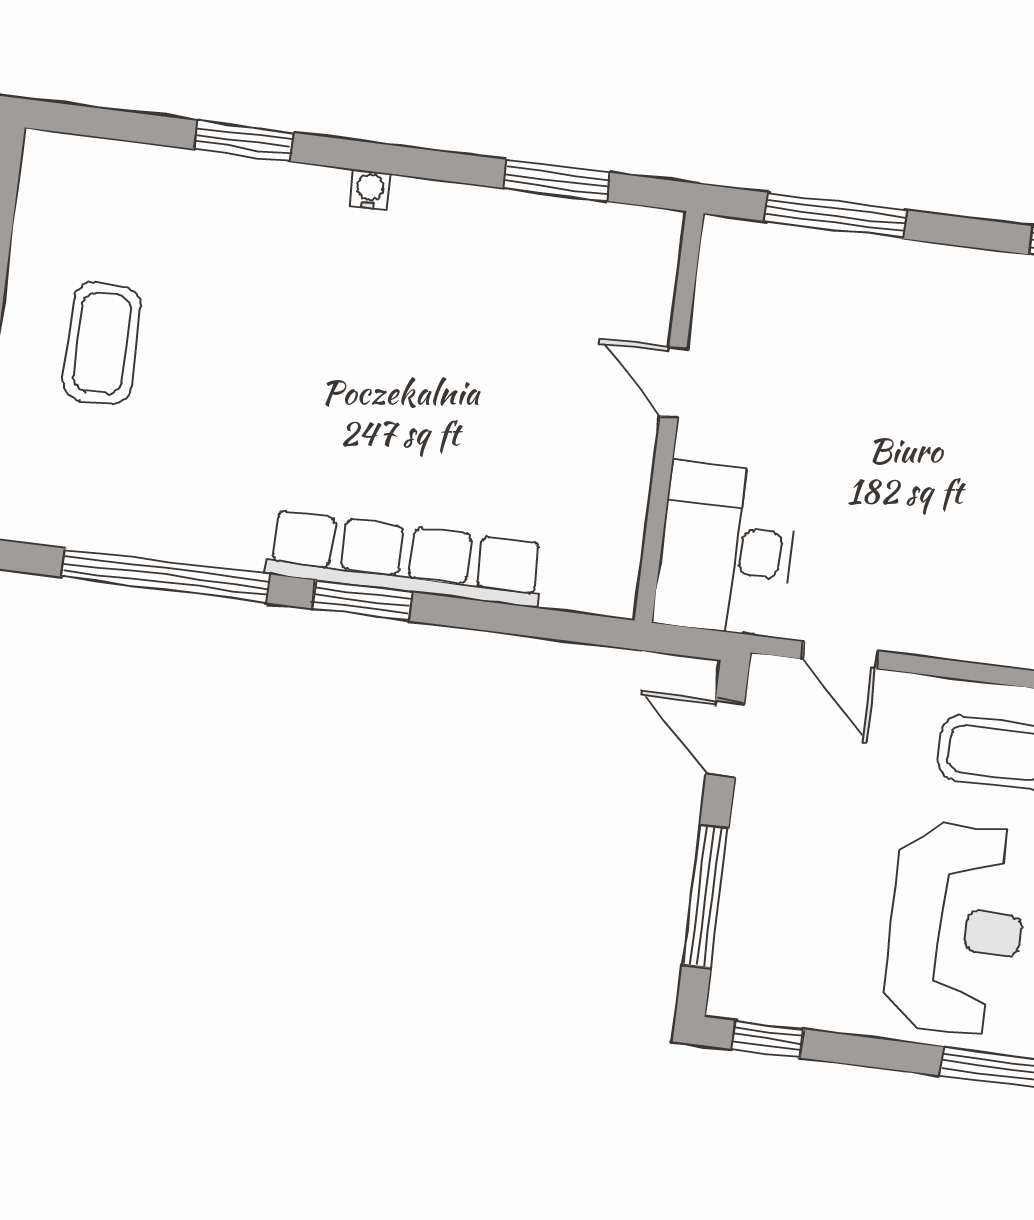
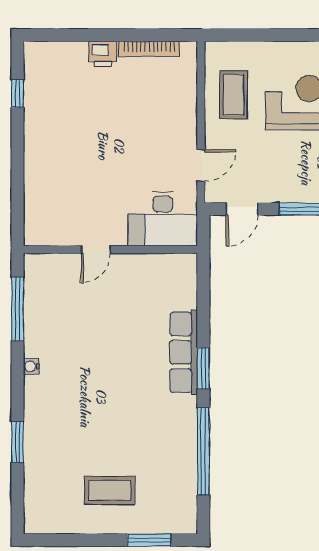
window: (557, 180) -> (18, 309), width x1.44
water cooler: (370, 190) -> (31, 366), moved
window: (835, 216) -> (18, 191), removed
row of seats: (405, 559) -> (184, 352), width x0.73

